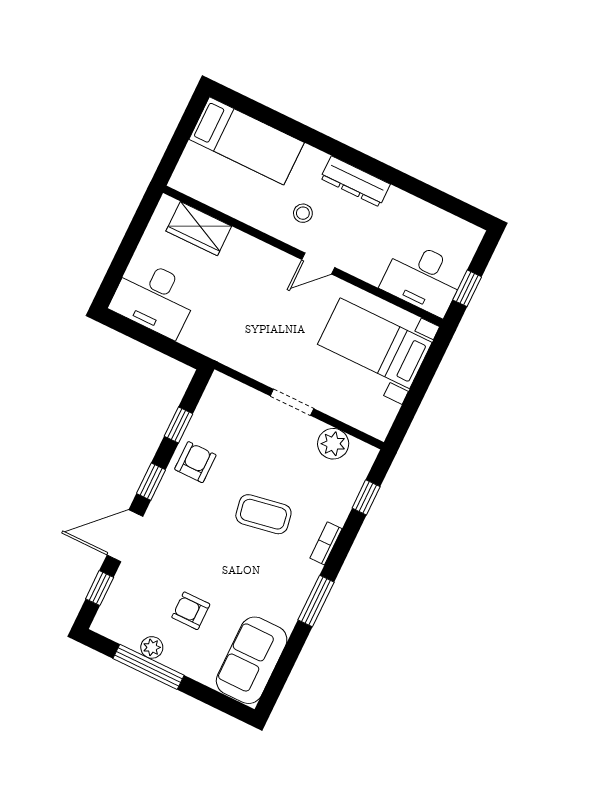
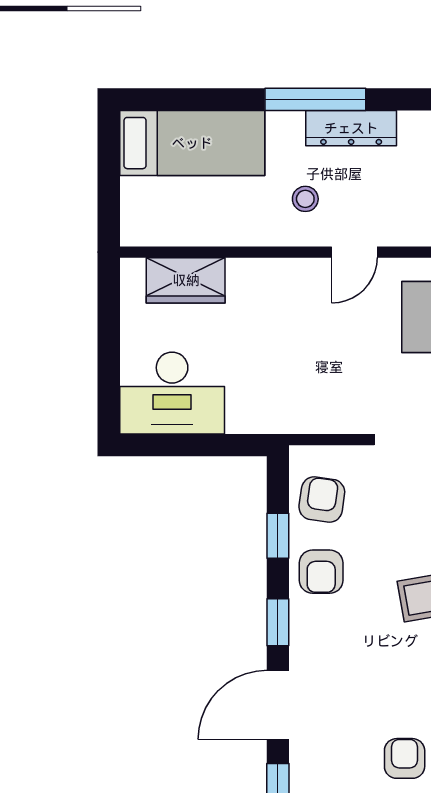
window: (341, 151) -> (315, 99), added
armchair: (219, 415) -> (322, 500), added
armchair: (195, 462) -> (321, 572), turned 180
armchair: (191, 611) -> (405, 758), turned 90

